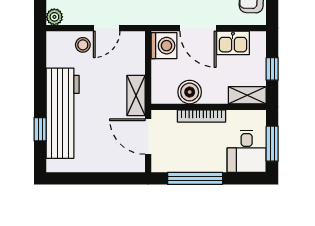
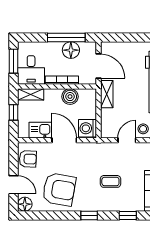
desk: (247, 151) -> (31, 70), moved, turned 180
floor lamp: (188, 160) -> (71, 50), added

